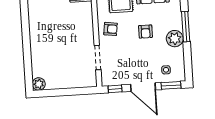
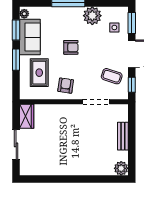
plant: (175, 39) -> (92, 16), moved
coffee table: (122, 70) -> (112, 76), added
bench: (68, 84) -> (123, 136), added

